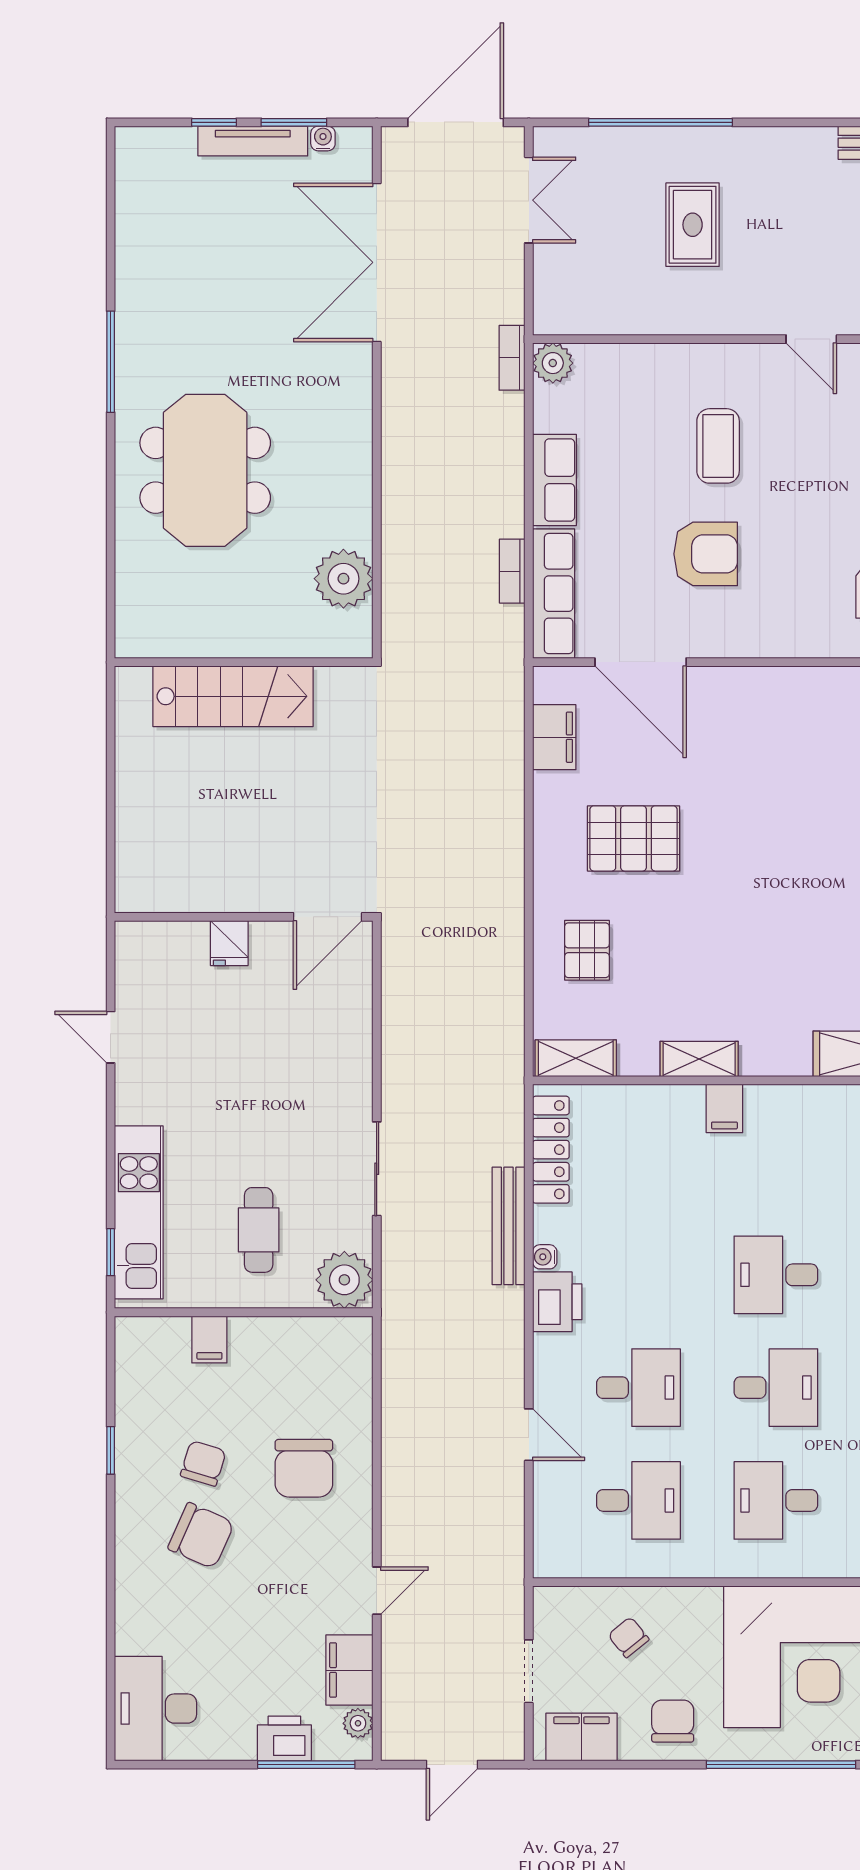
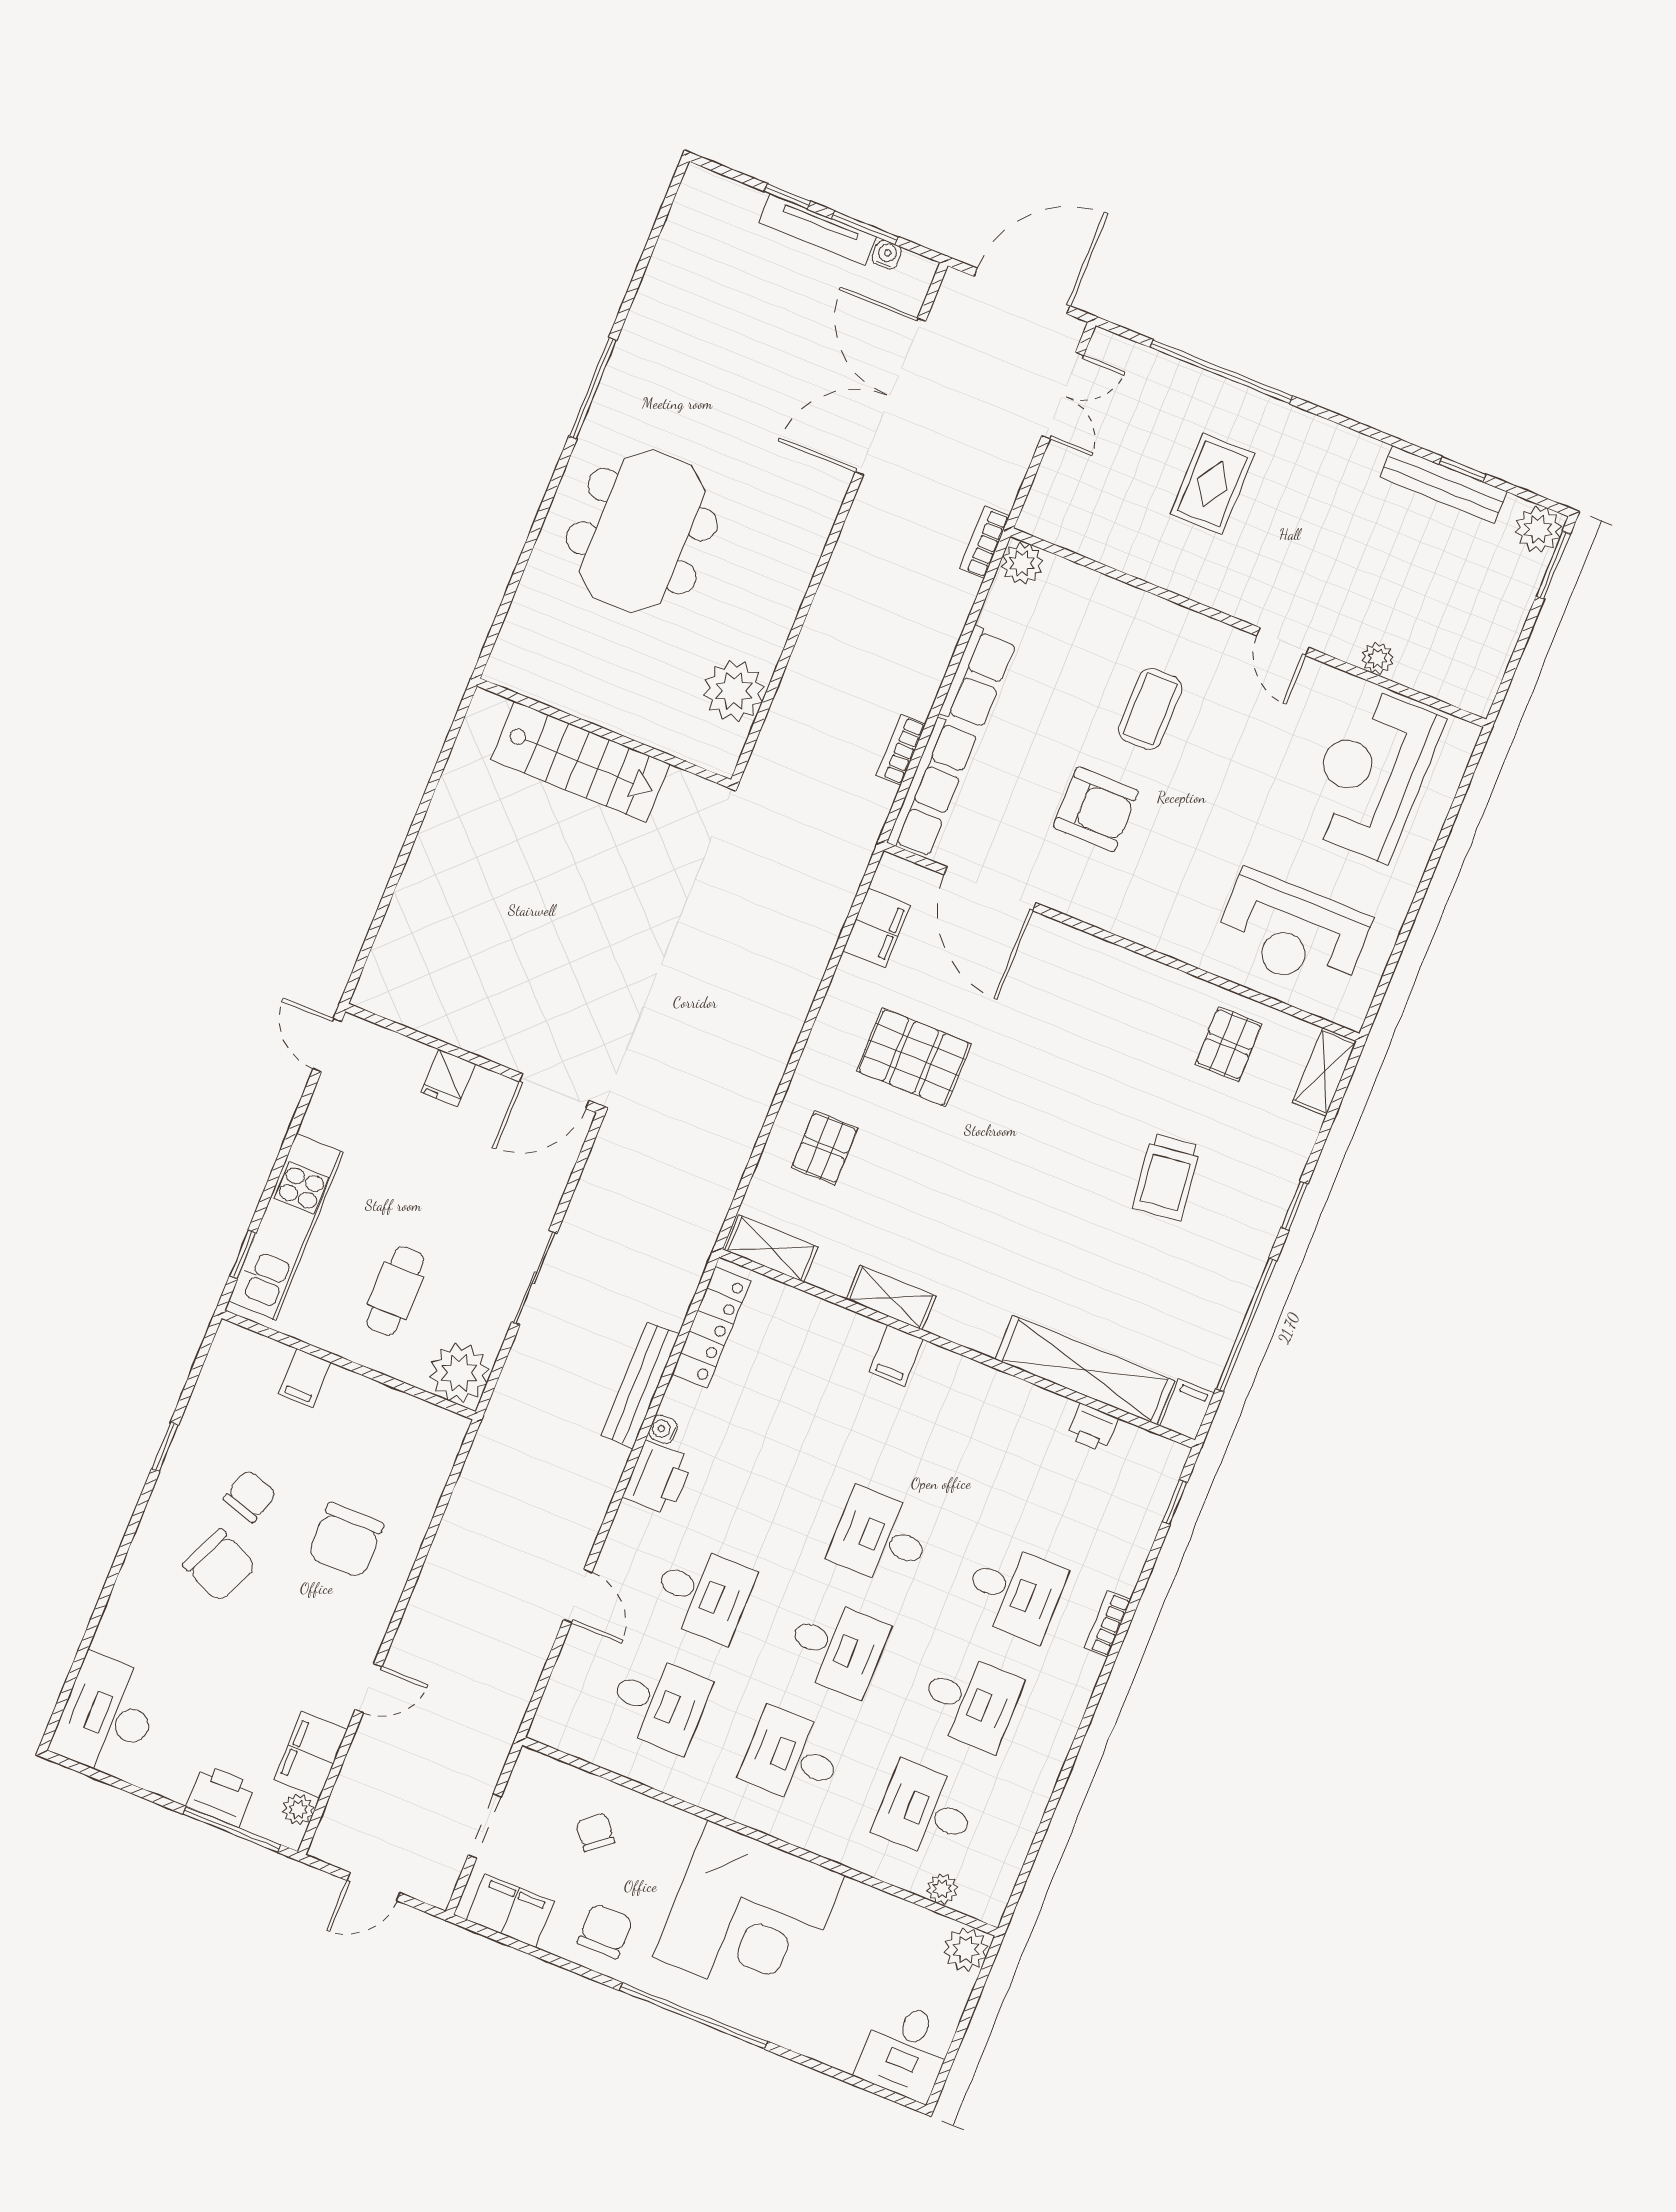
wall: (244, 917) -> (473, 1058), moved
door: (328, 917) -> (554, 1091), moved
fridge: (229, 943) -> (448, 1078), moved

